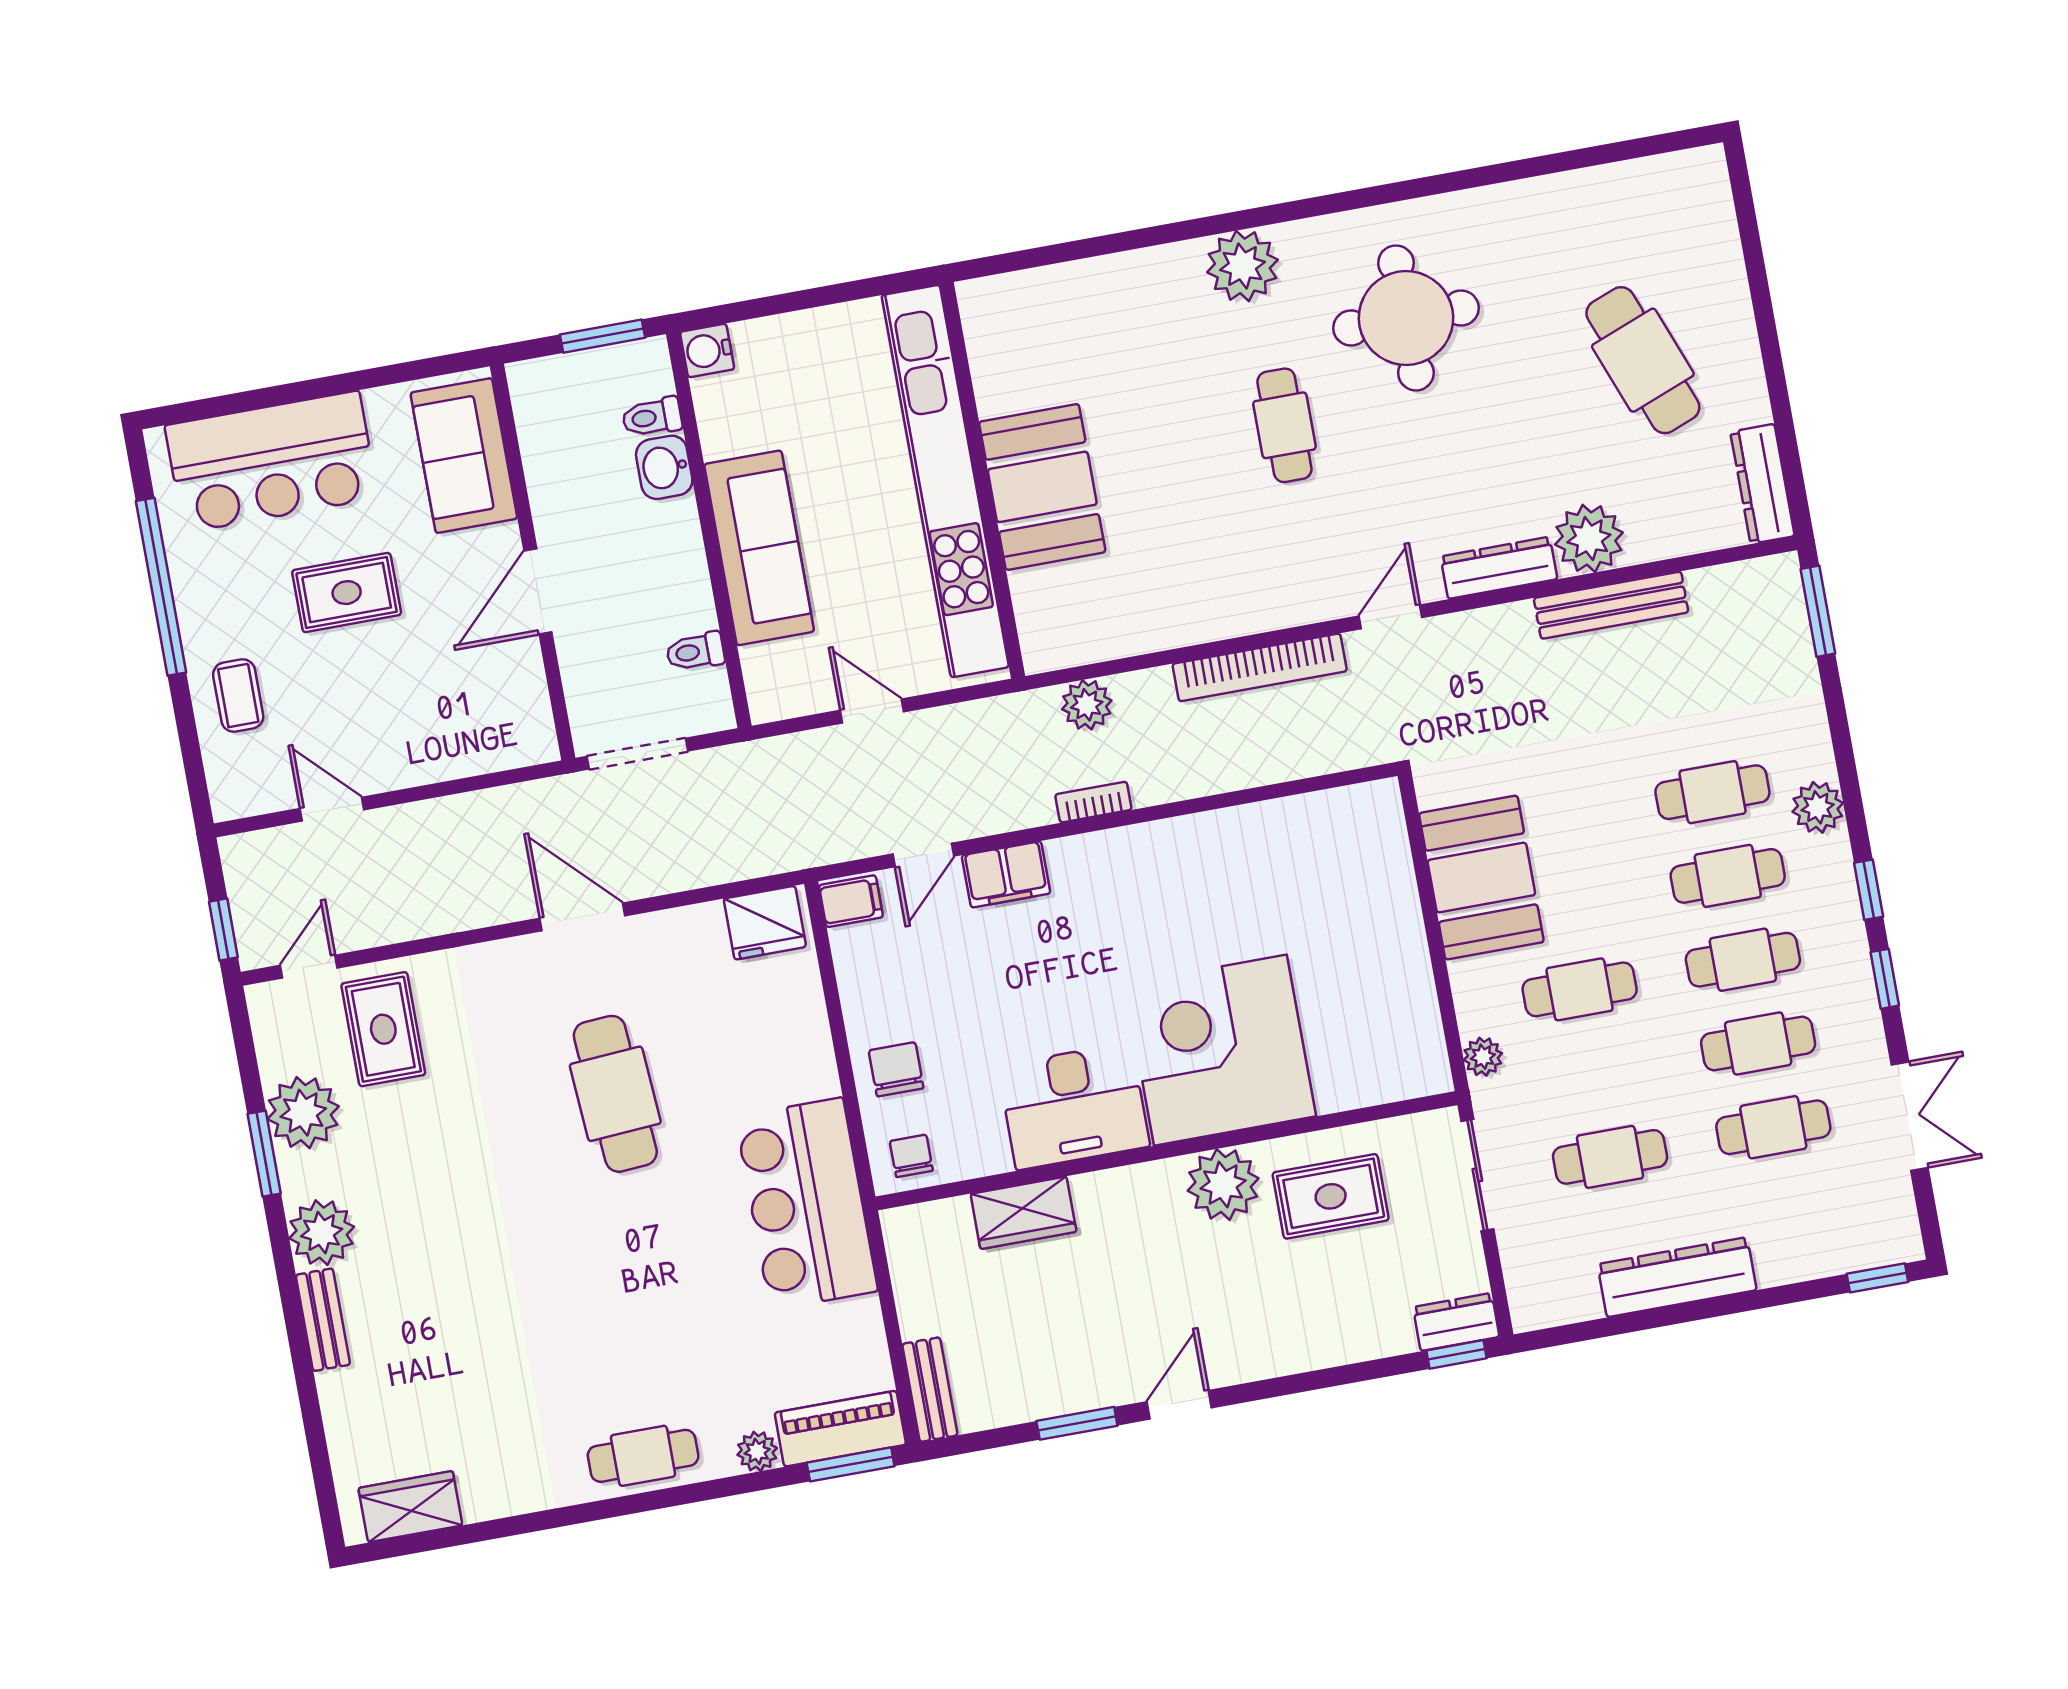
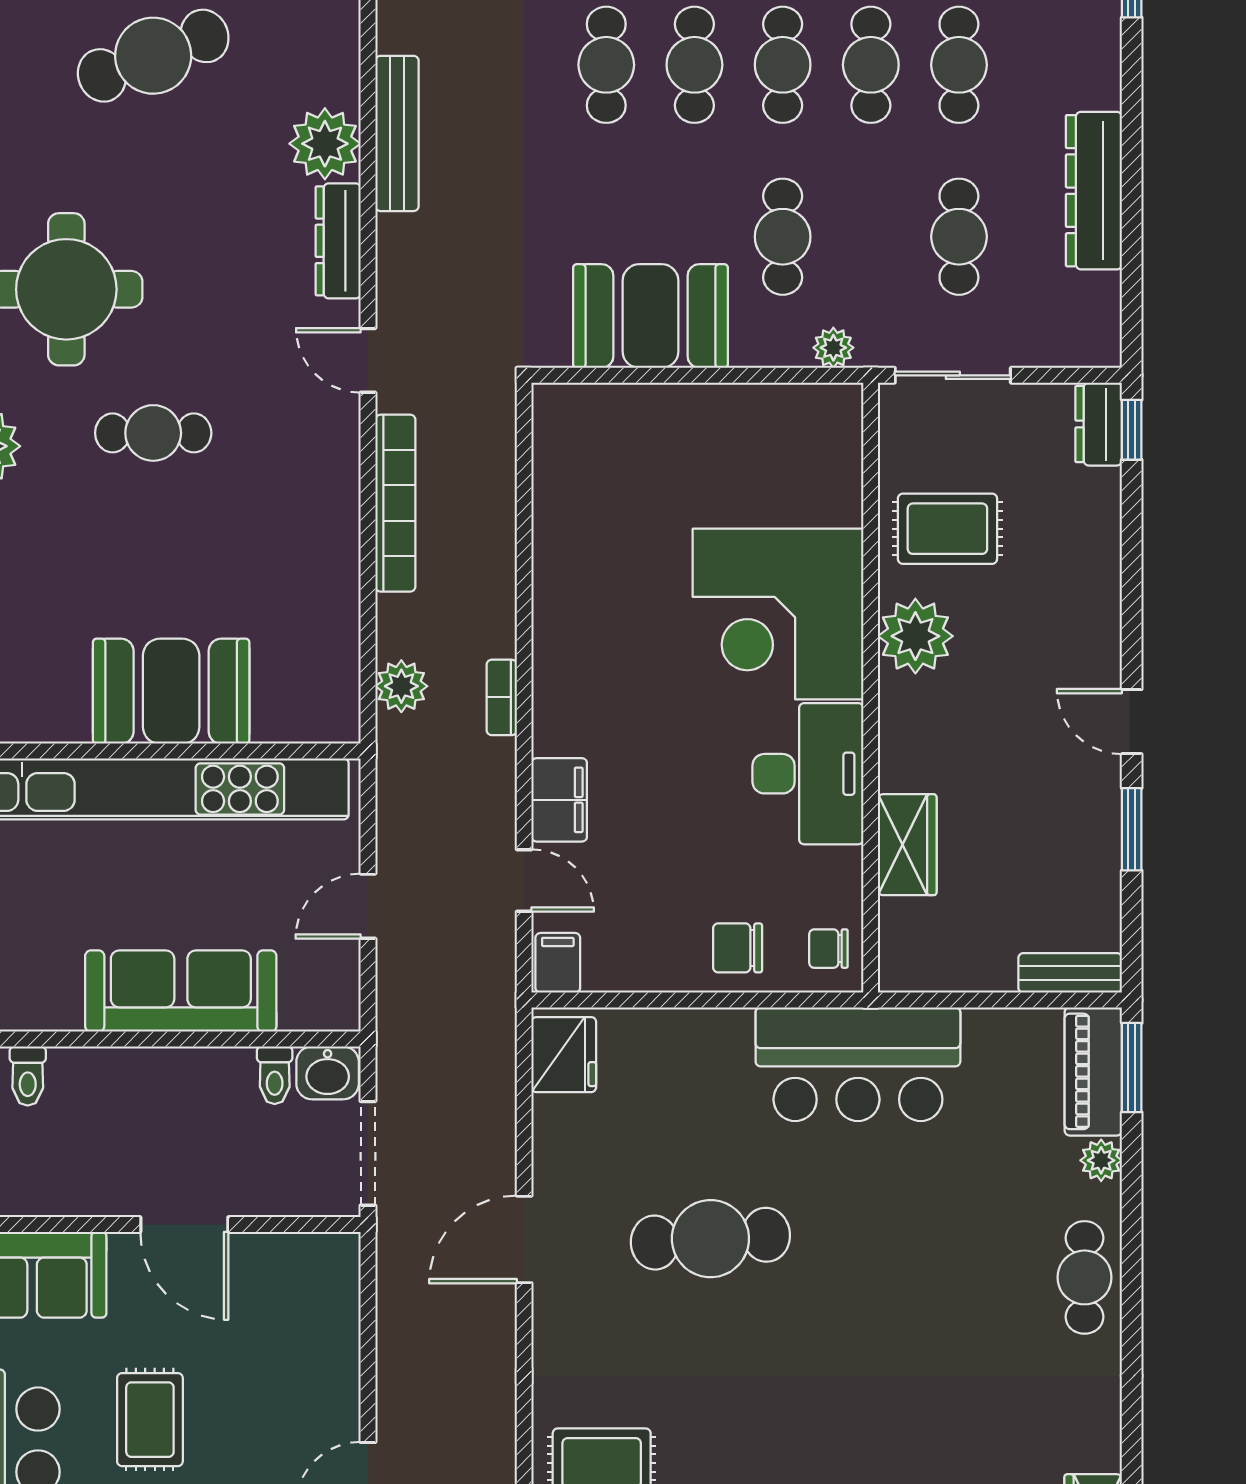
washbasin: (664, 467) -> (328, 1073), moved
rug: (1331, 1196) -> (947, 529), turned 90

